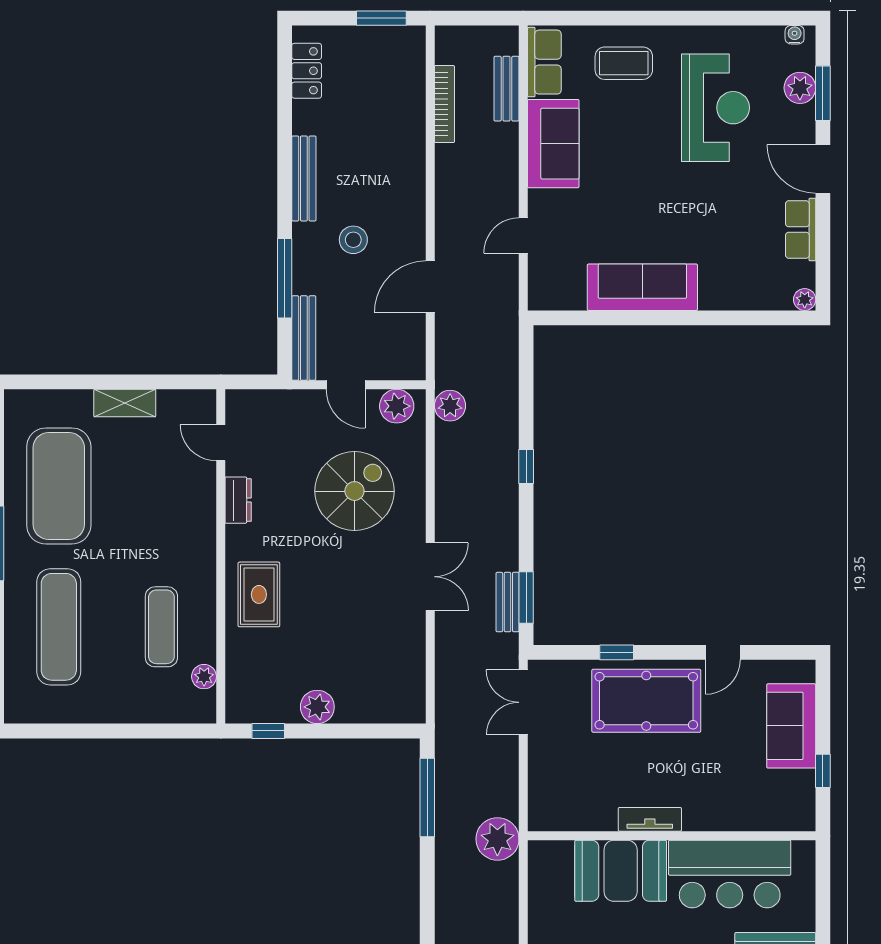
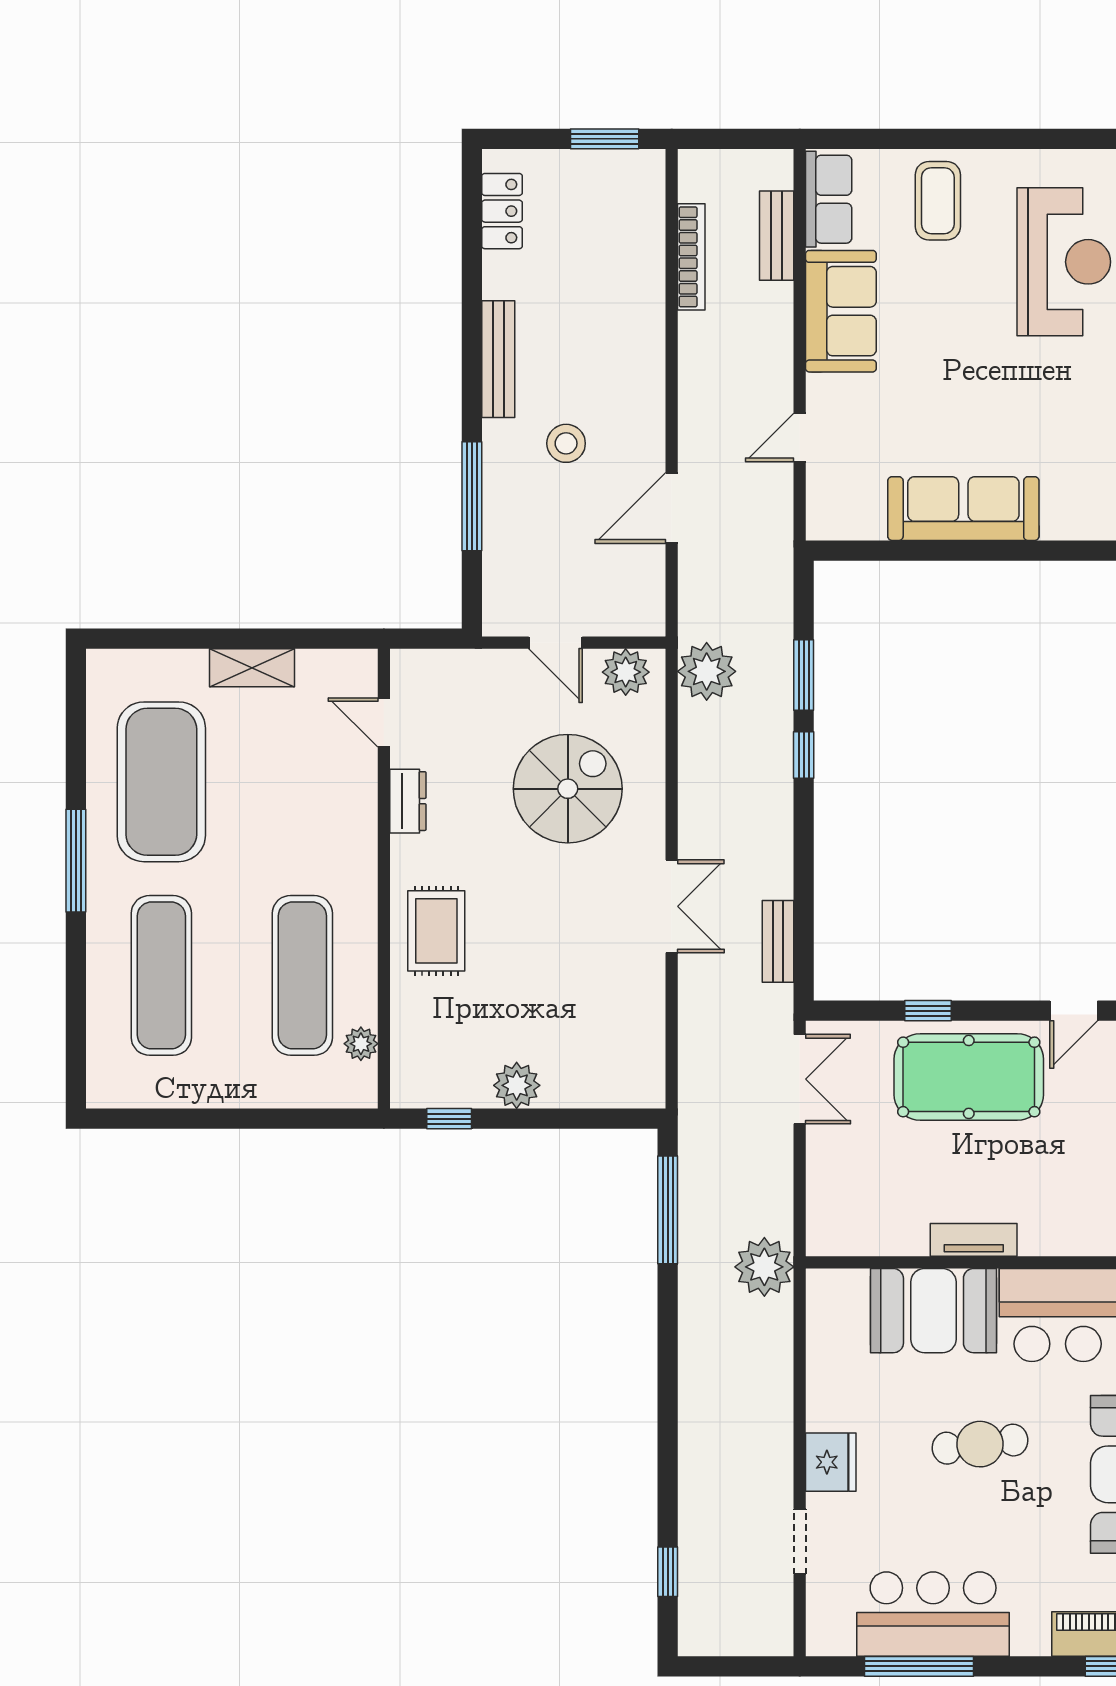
coffee table: (624, 63) -> (938, 201), turned 90
bench: (304, 338) -> (498, 578), removed
plant: (450, 406) -> (707, 671), width x1.36, depth x1.36
window: (526, 598) -> (804, 675), moved
exercise mat: (161, 627) -> (302, 975), width x1.36, depth x1.45
double door: (523, 702) -> (800, 1079), swing flipped

